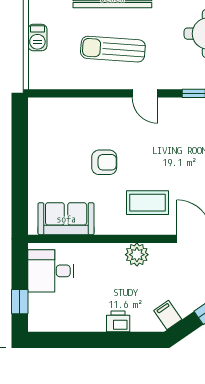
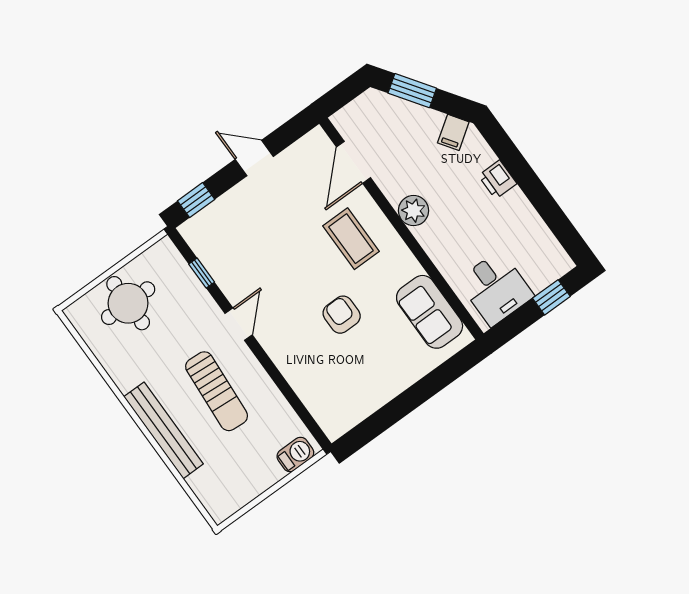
barbecue: (37, 38) -> (295, 455), moved

